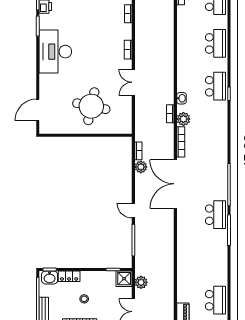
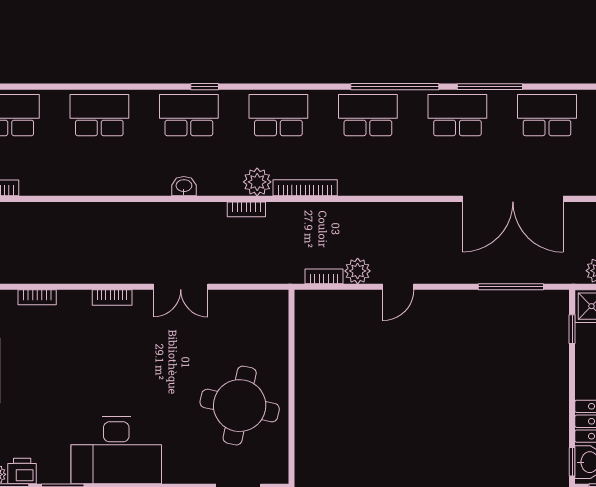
washbasin: (181, 98) -> (184, 186), moved
round table: (91, 106) -> (240, 406), moved
school desk: (215, 129) -> (278, 115), added
school desk: (215, 172) -> (368, 115), added
double door: (175, 184) -> (513, 199), moved
door: (133, 211) -> (398, 287), moved
school desk: (215, 257) -> (547, 115), added

